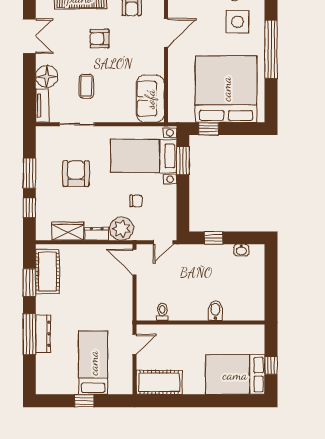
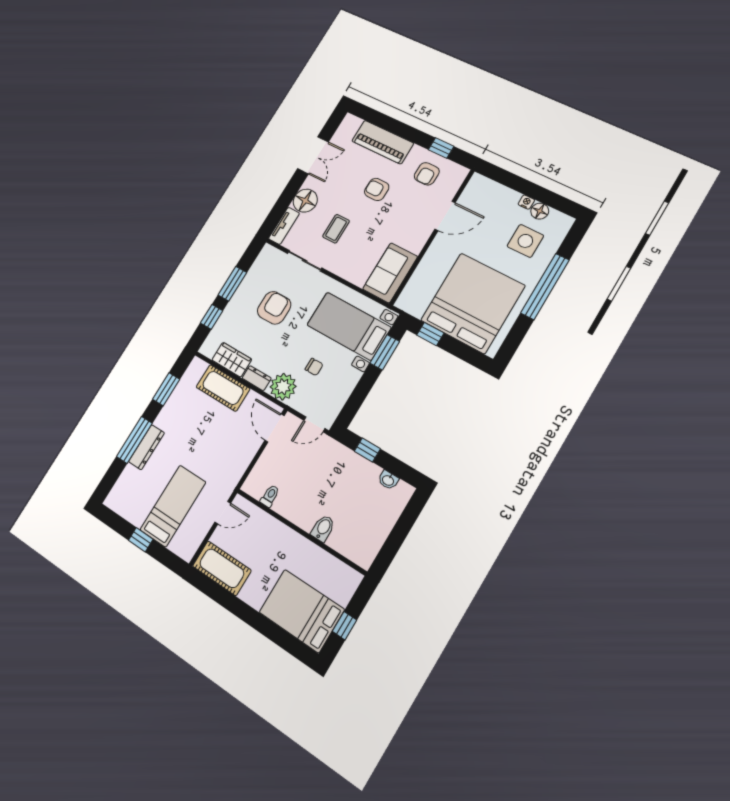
cot: (47, 271) -> (223, 388), moved, turned 90

